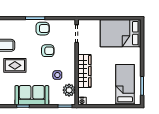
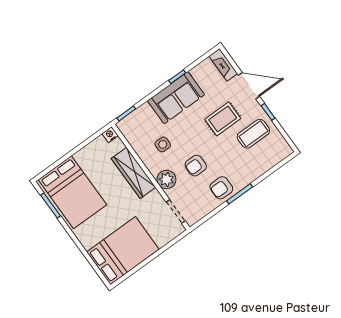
bed: (125, 85) -> (72, 192), width x1.50
plant: (69, 90) -> (166, 179), moved

